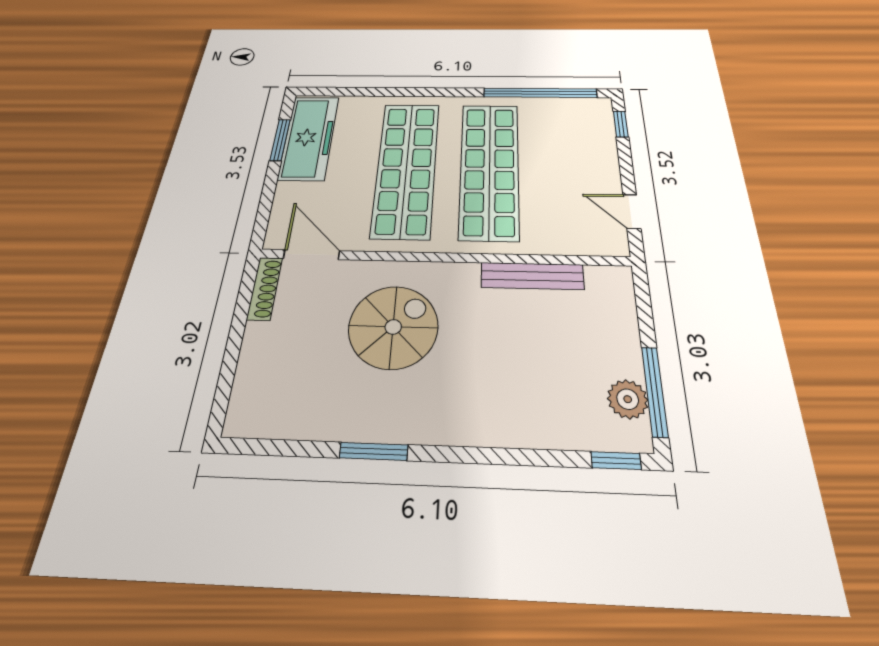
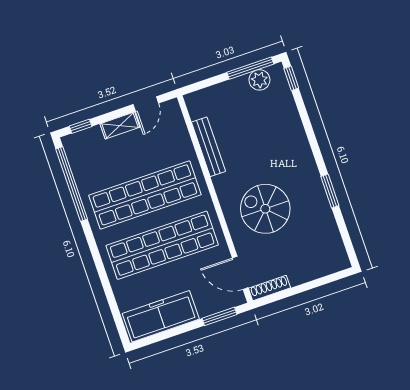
window: (280, 140) -> (219, 316), moved
shelving: (607, 169) -> (120, 125), added
door: (312, 255) -> (240, 273), hinge flipped

